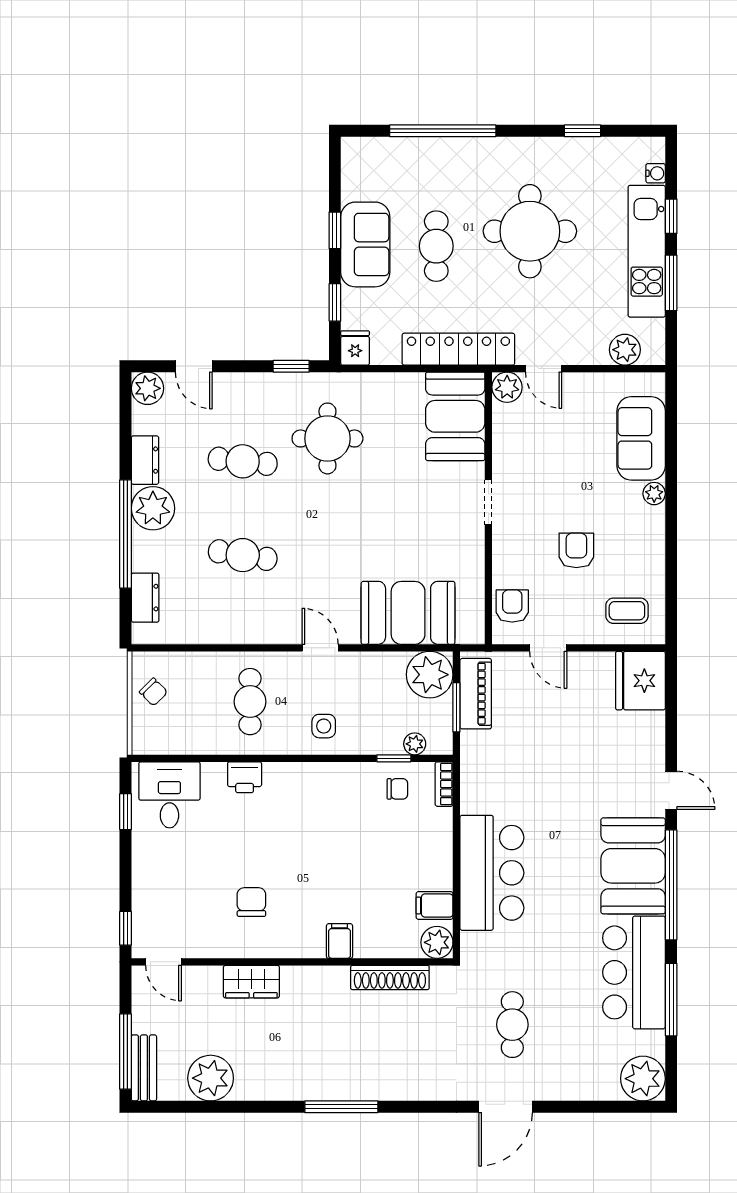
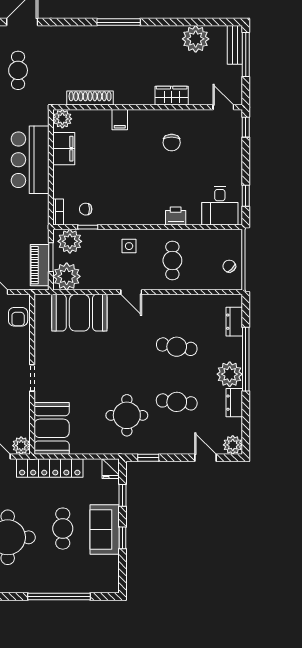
plant: (415, 744) -> (70, 241), width x1.88, depth x1.88
filing cabinet: (435, 905) -> (64, 149), width x2.00

